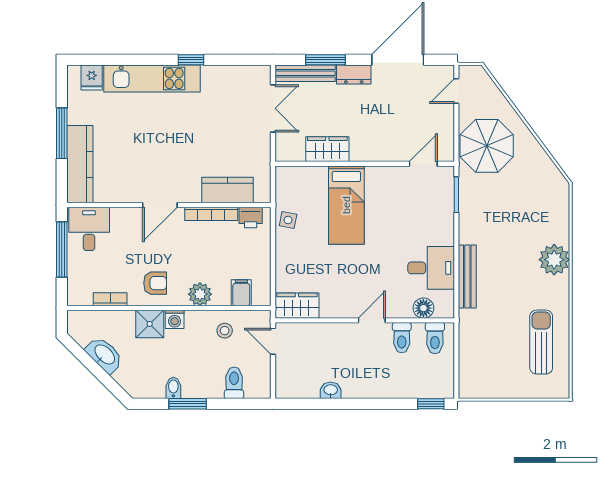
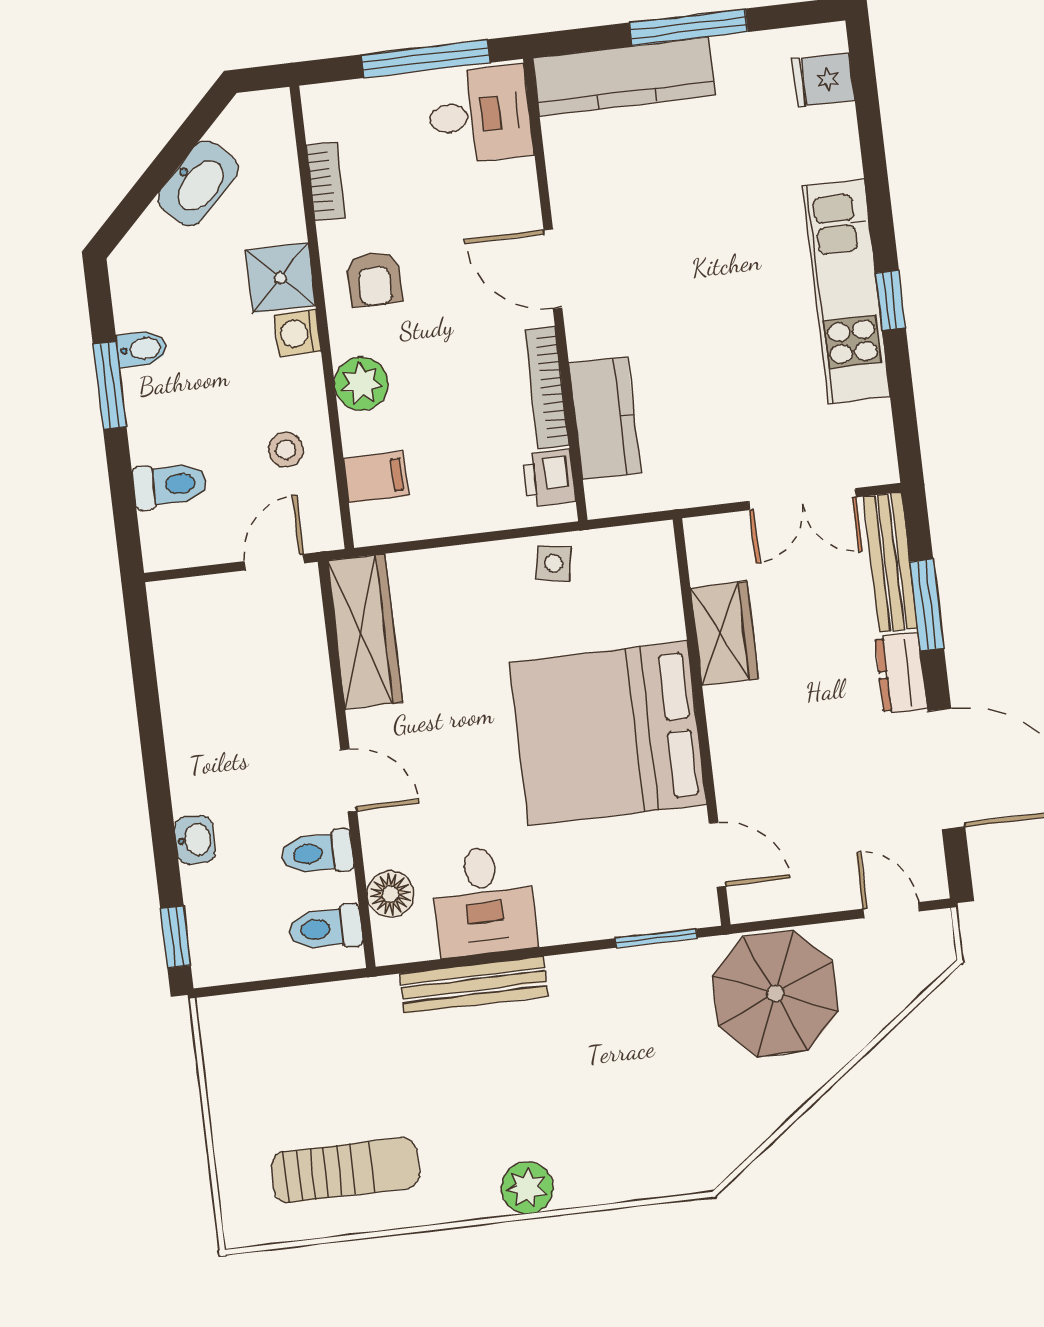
kitchen unit: (152, 78) -> (846, 291), moved
bed: (346, 205) -> (608, 733), width x2.04
plant: (554, 260) -> (527, 1188), width x0.73, depth x0.73
wardrobe: (297, 306) -> (365, 631), width x1.50
washbasin: (331, 390) -> (195, 840), moved

